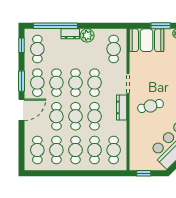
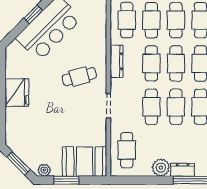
dresser: (122, 107) -> (117, 61), moved

